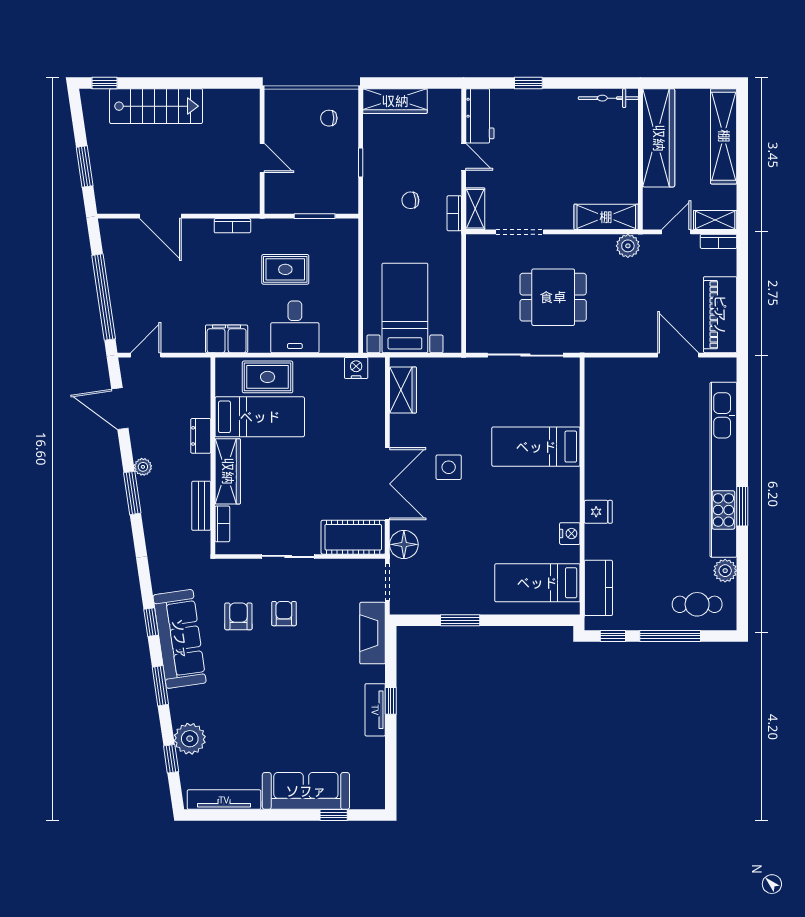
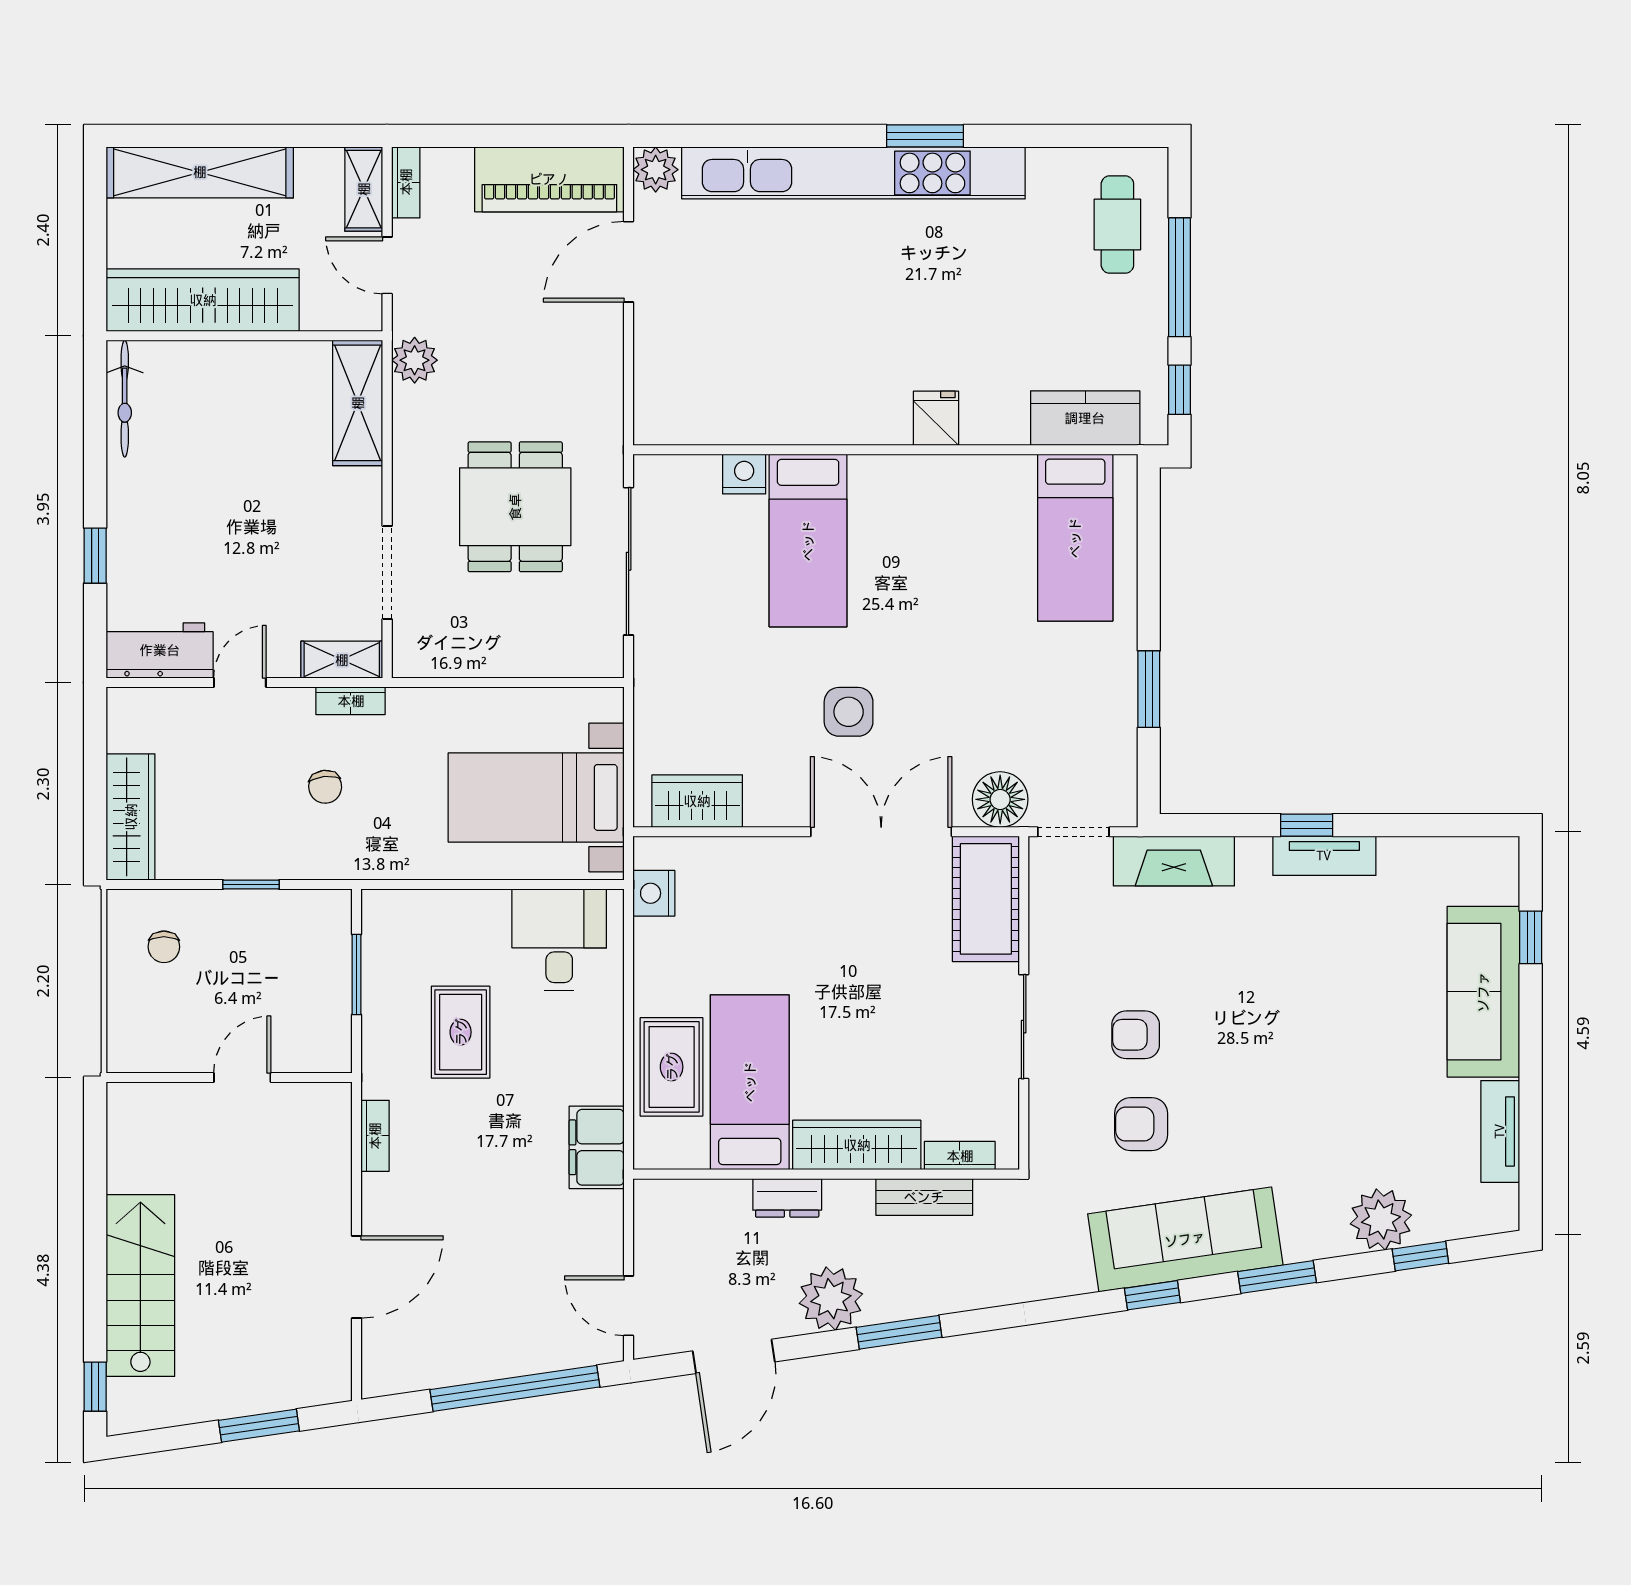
desk: (295, 327) -> (559, 940), moved, turned -90
plant: (143, 467) -> (831, 1299), width x1.87, depth x1.87
nightstand: (570, 534) -> (744, 474), moved
plant: (725, 571) -> (656, 170), moved
tv unit: (224, 800) -> (1500, 1131), width x0.71

